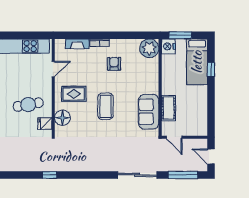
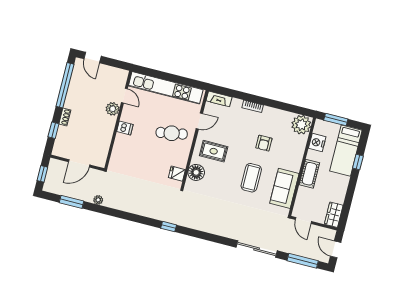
fireplace: (77, 44) -> (219, 99), moved
nightstand: (168, 46) -> (317, 142), moved
armchair: (114, 64) -> (264, 143), moved, turned 180
cafe table: (28, 105) -> (172, 133), moved
coffee table: (106, 106) -> (251, 178), moved
cot: (169, 108) -> (309, 174), moved
wardrobe: (201, 125) -> (334, 215), added

